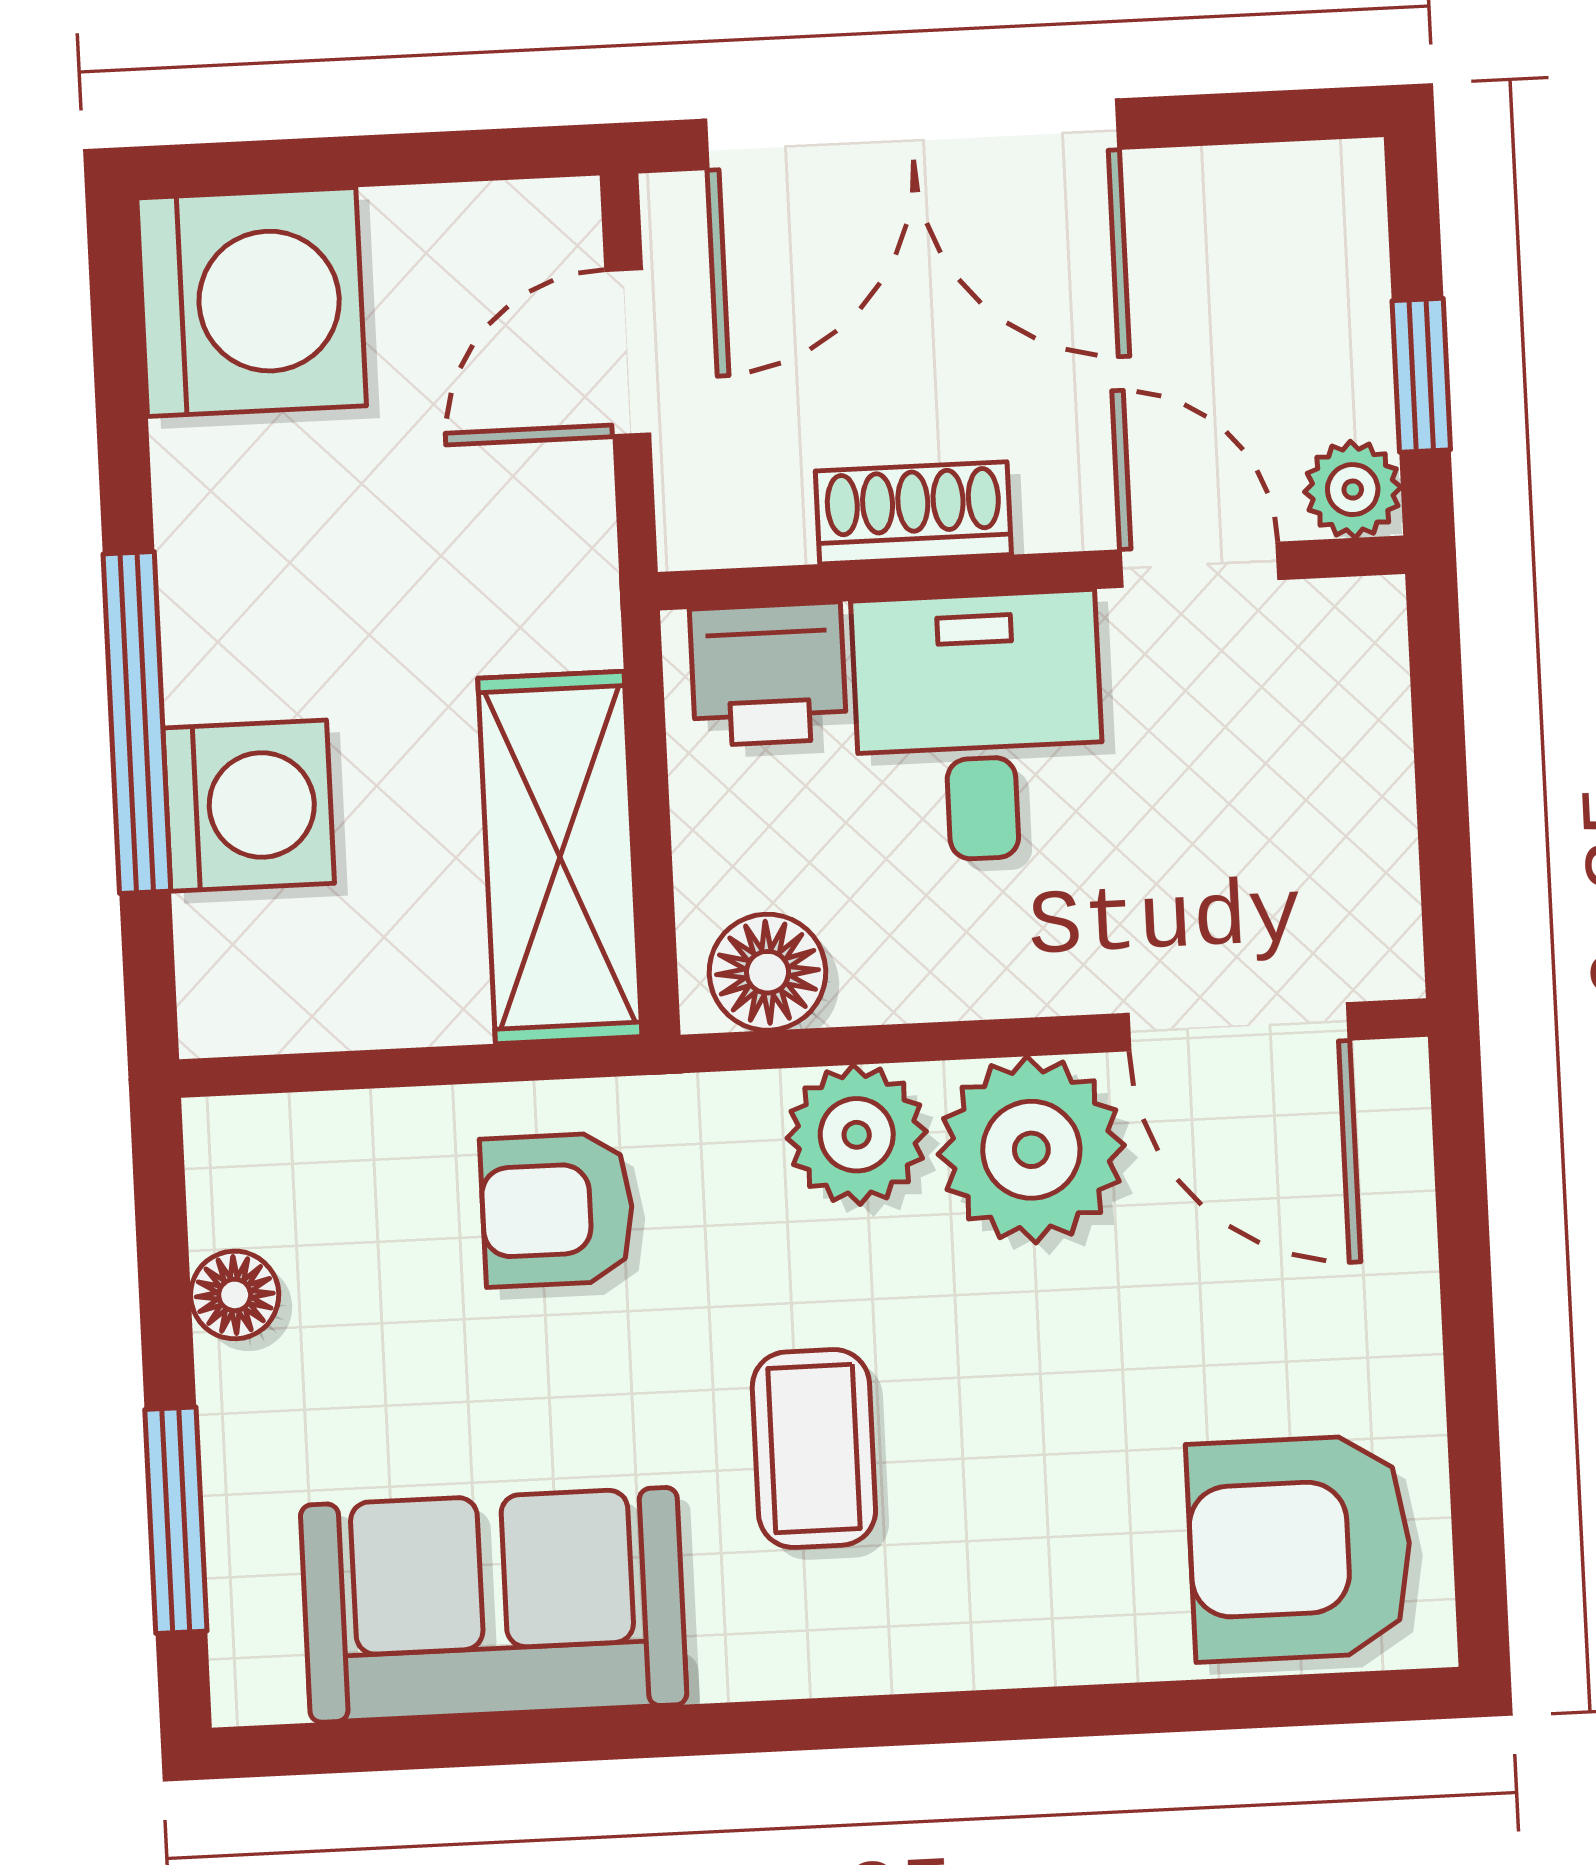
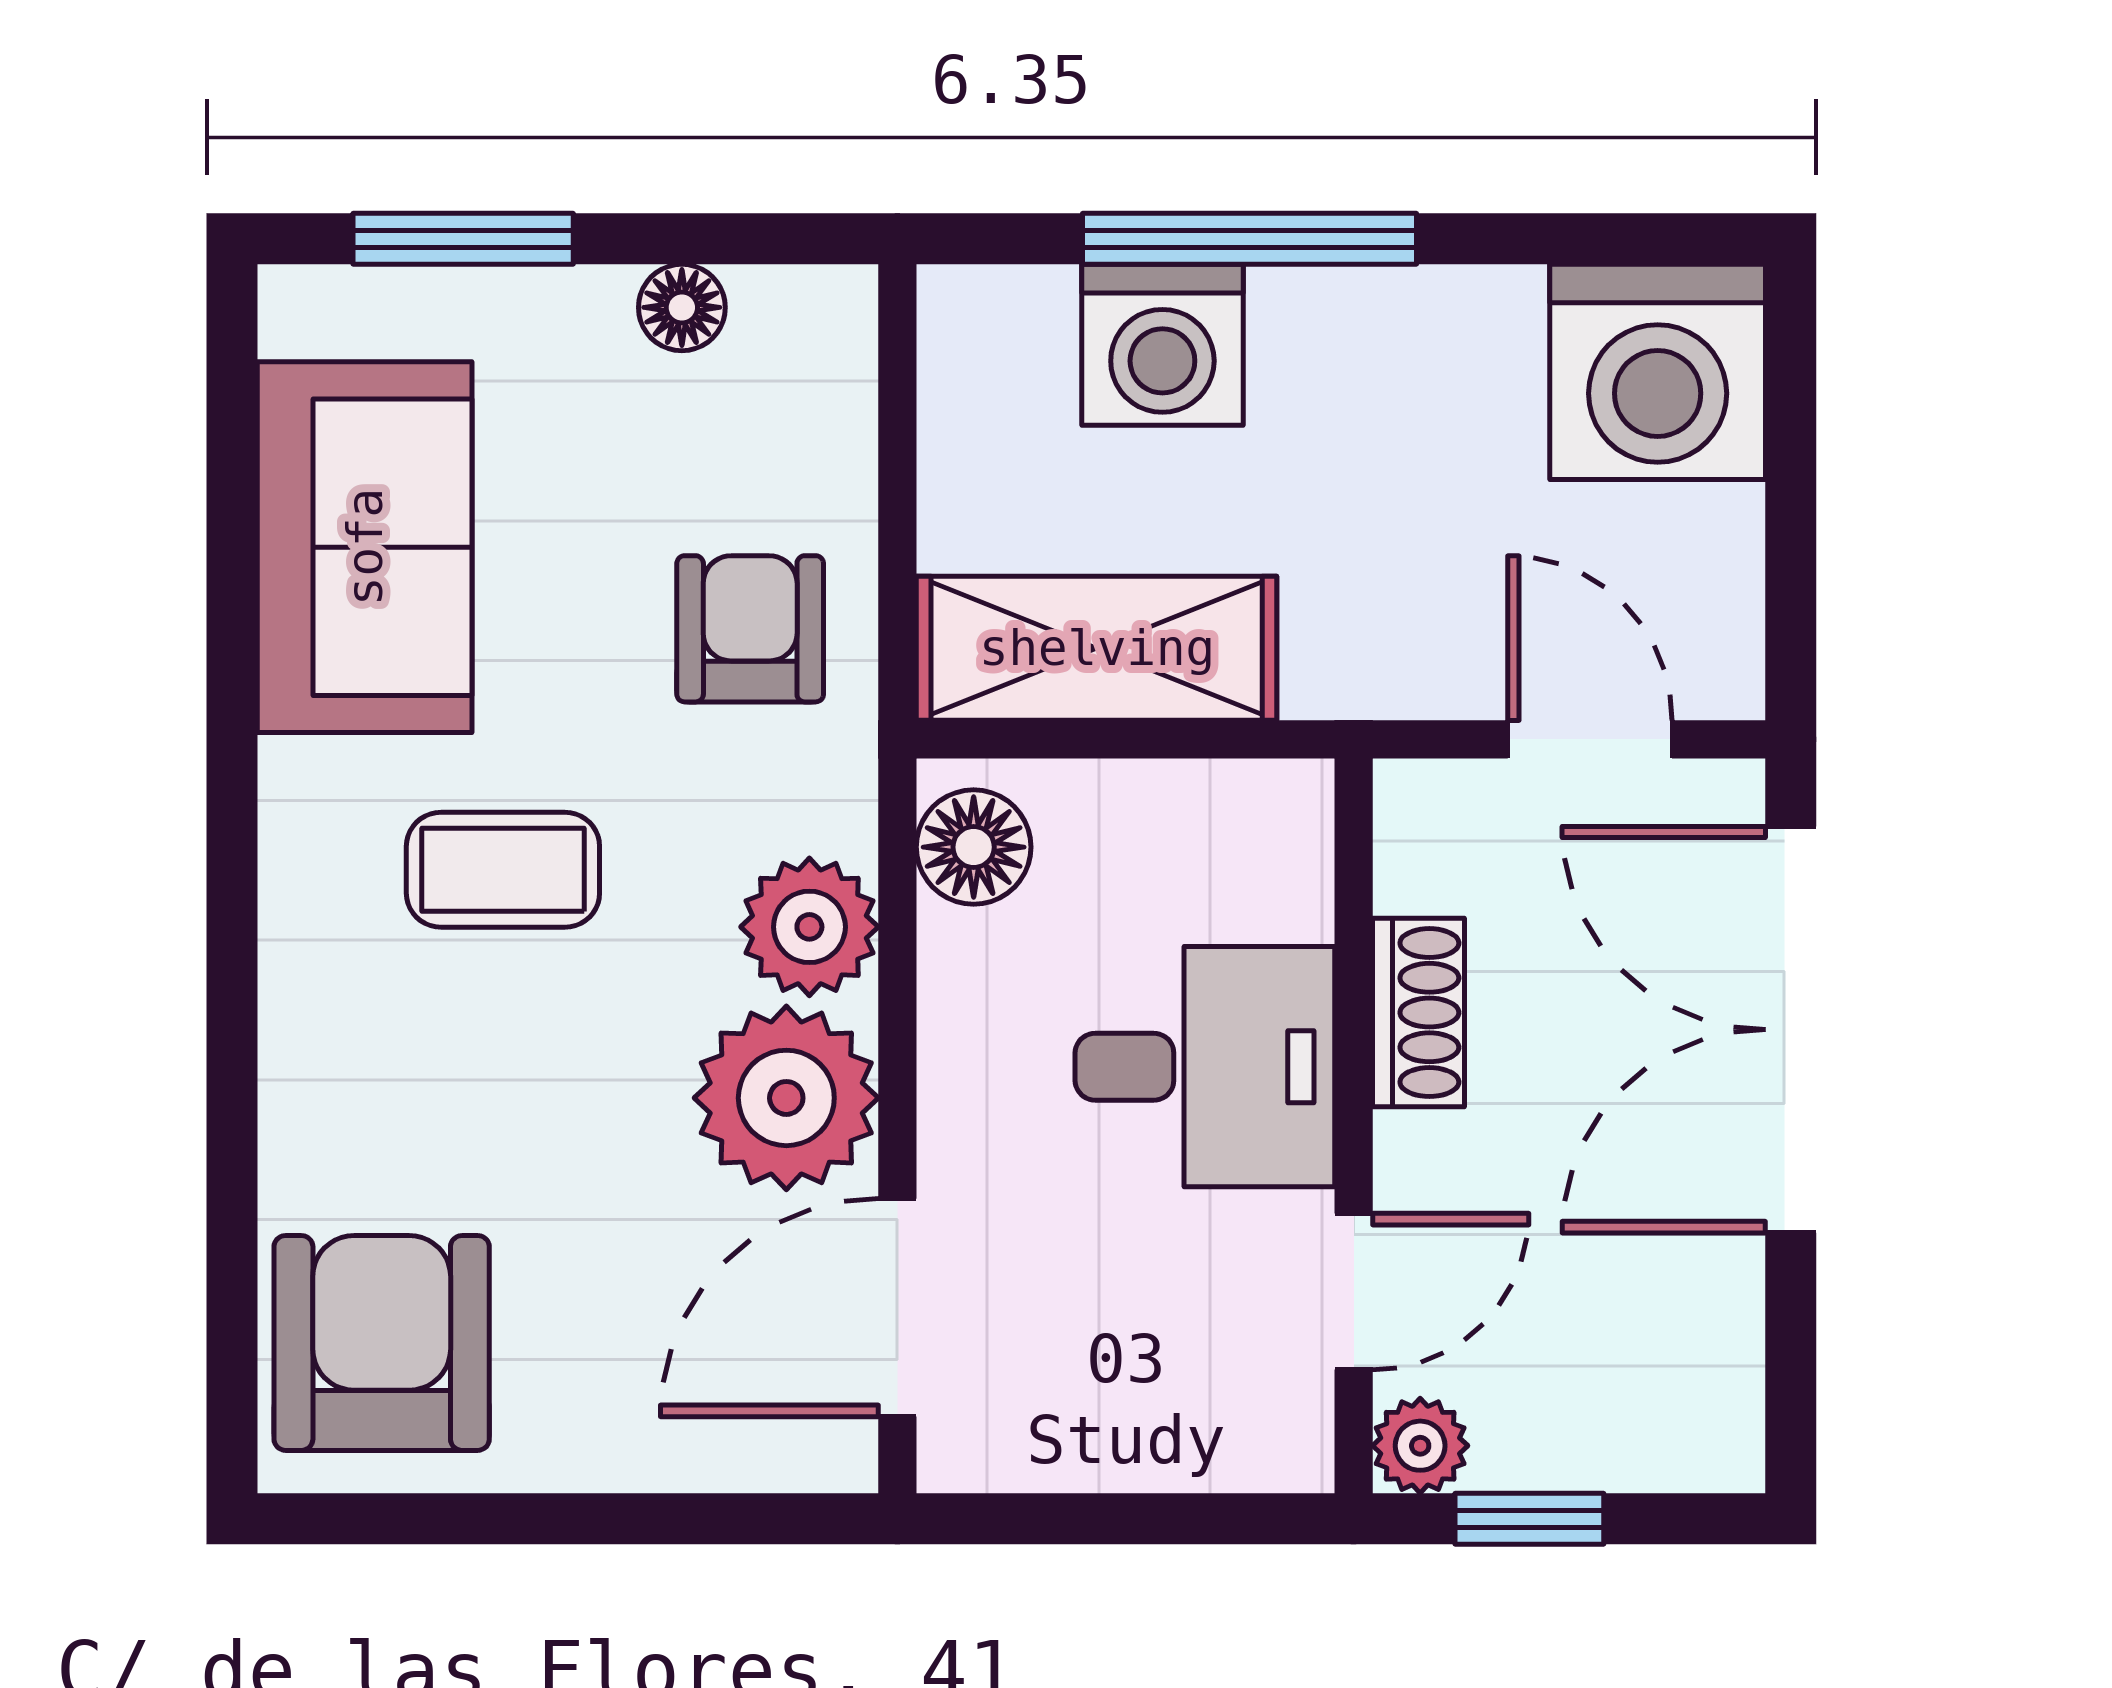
printer: (768, 674) -> (1267, 862), removed

